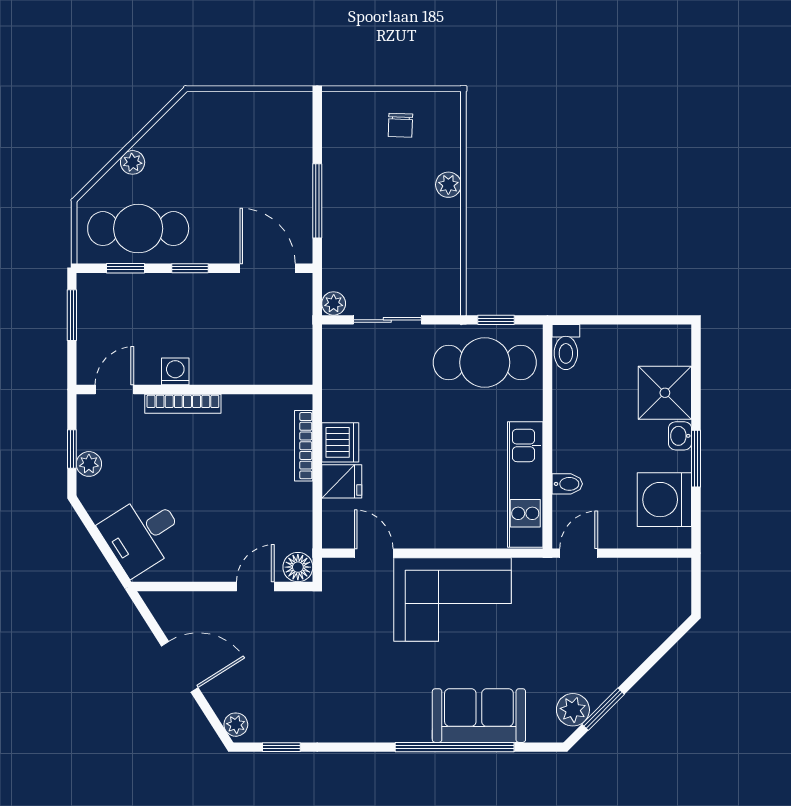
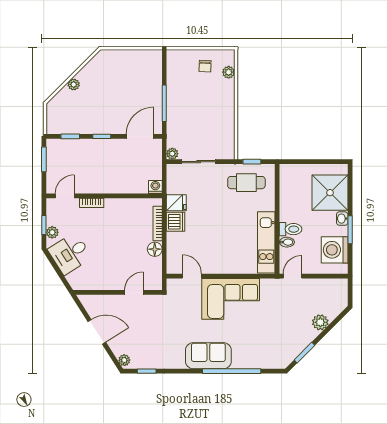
plant: (448, 185) -> (229, 72), moved
cafe table: (138, 229) -> (76, 117), removed
door: (268, 268) -> (140, 136), hinge flipped
toilet: (566, 347) -> (291, 229), moved, turned -90
cafe table: (485, 362) -> (246, 183), width x0.73, depth x0.74
washing machine: (175, 371) -> (155, 187), moved
shower: (665, 393) -> (330, 193), width x1.37, depth x1.37
bookcase: (183, 404) -> (92, 203), width x0.64
fridge: (342, 481) -> (176, 203), moved
desk: (142, 534) -> (70, 253), moved
floor lamp: (298, 567) -> (155, 249), moved
plant: (573, 710) -> (320, 322), moved
sofa: (479, 716) -> (208, 356), moved

